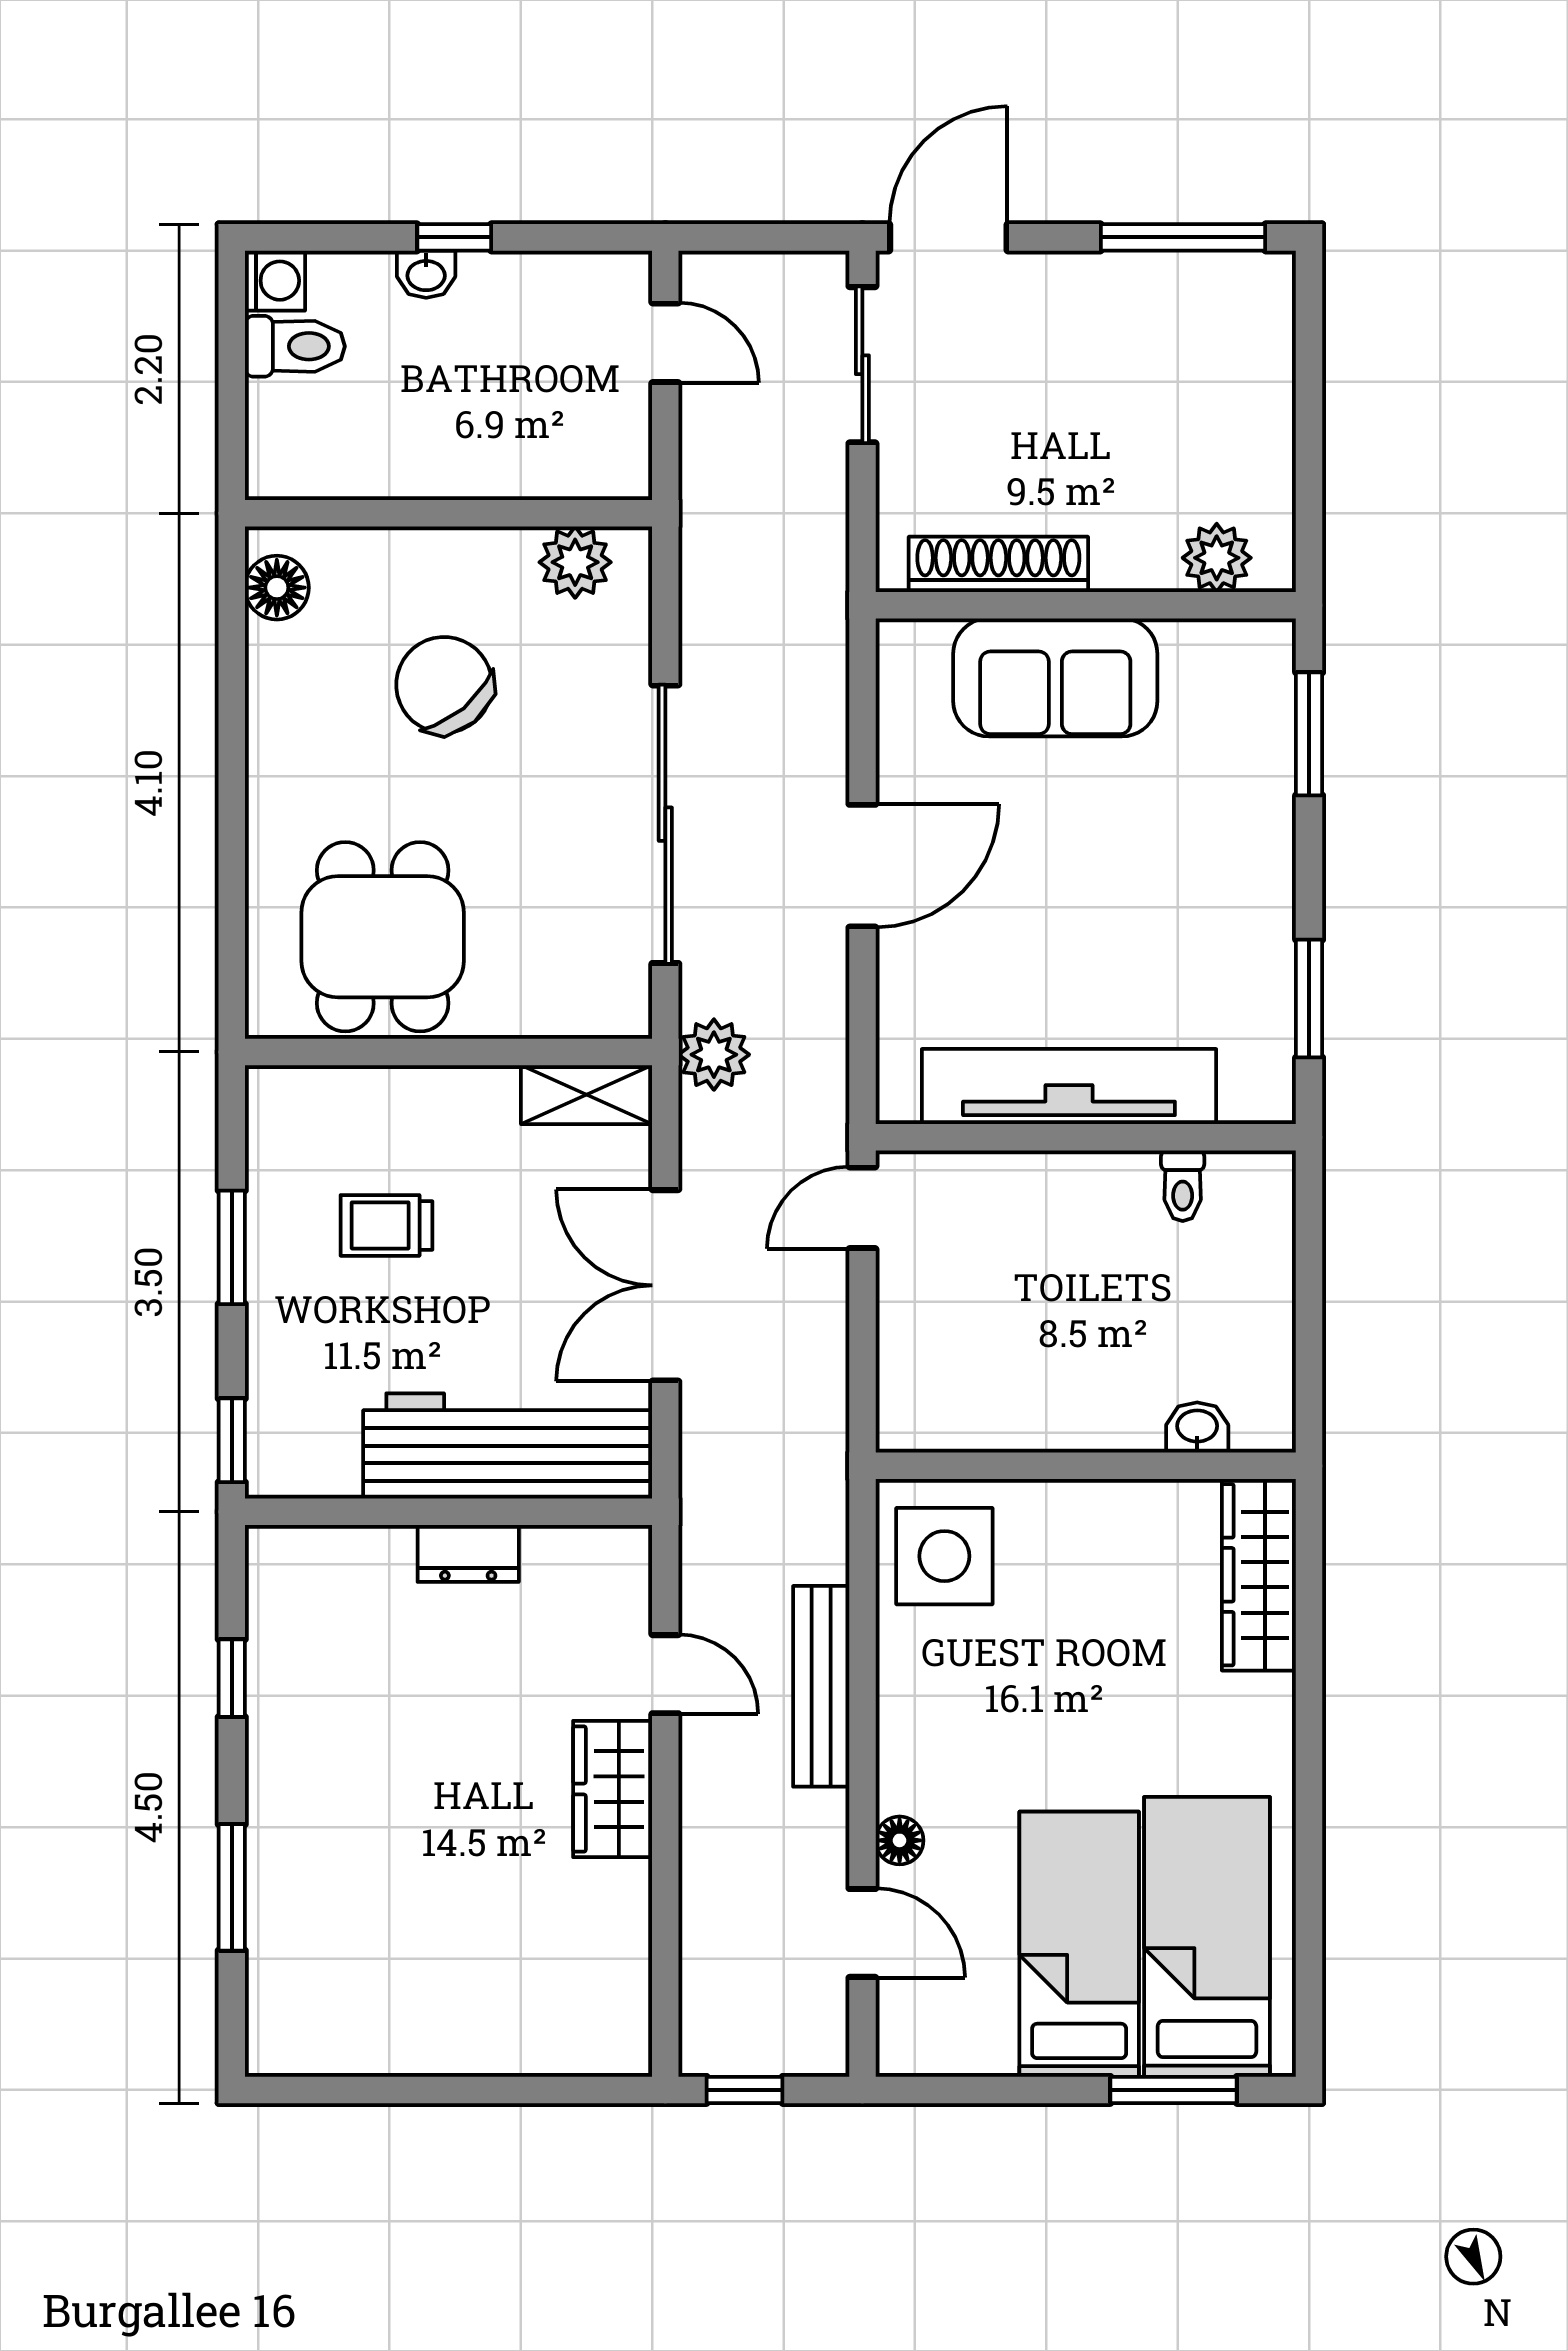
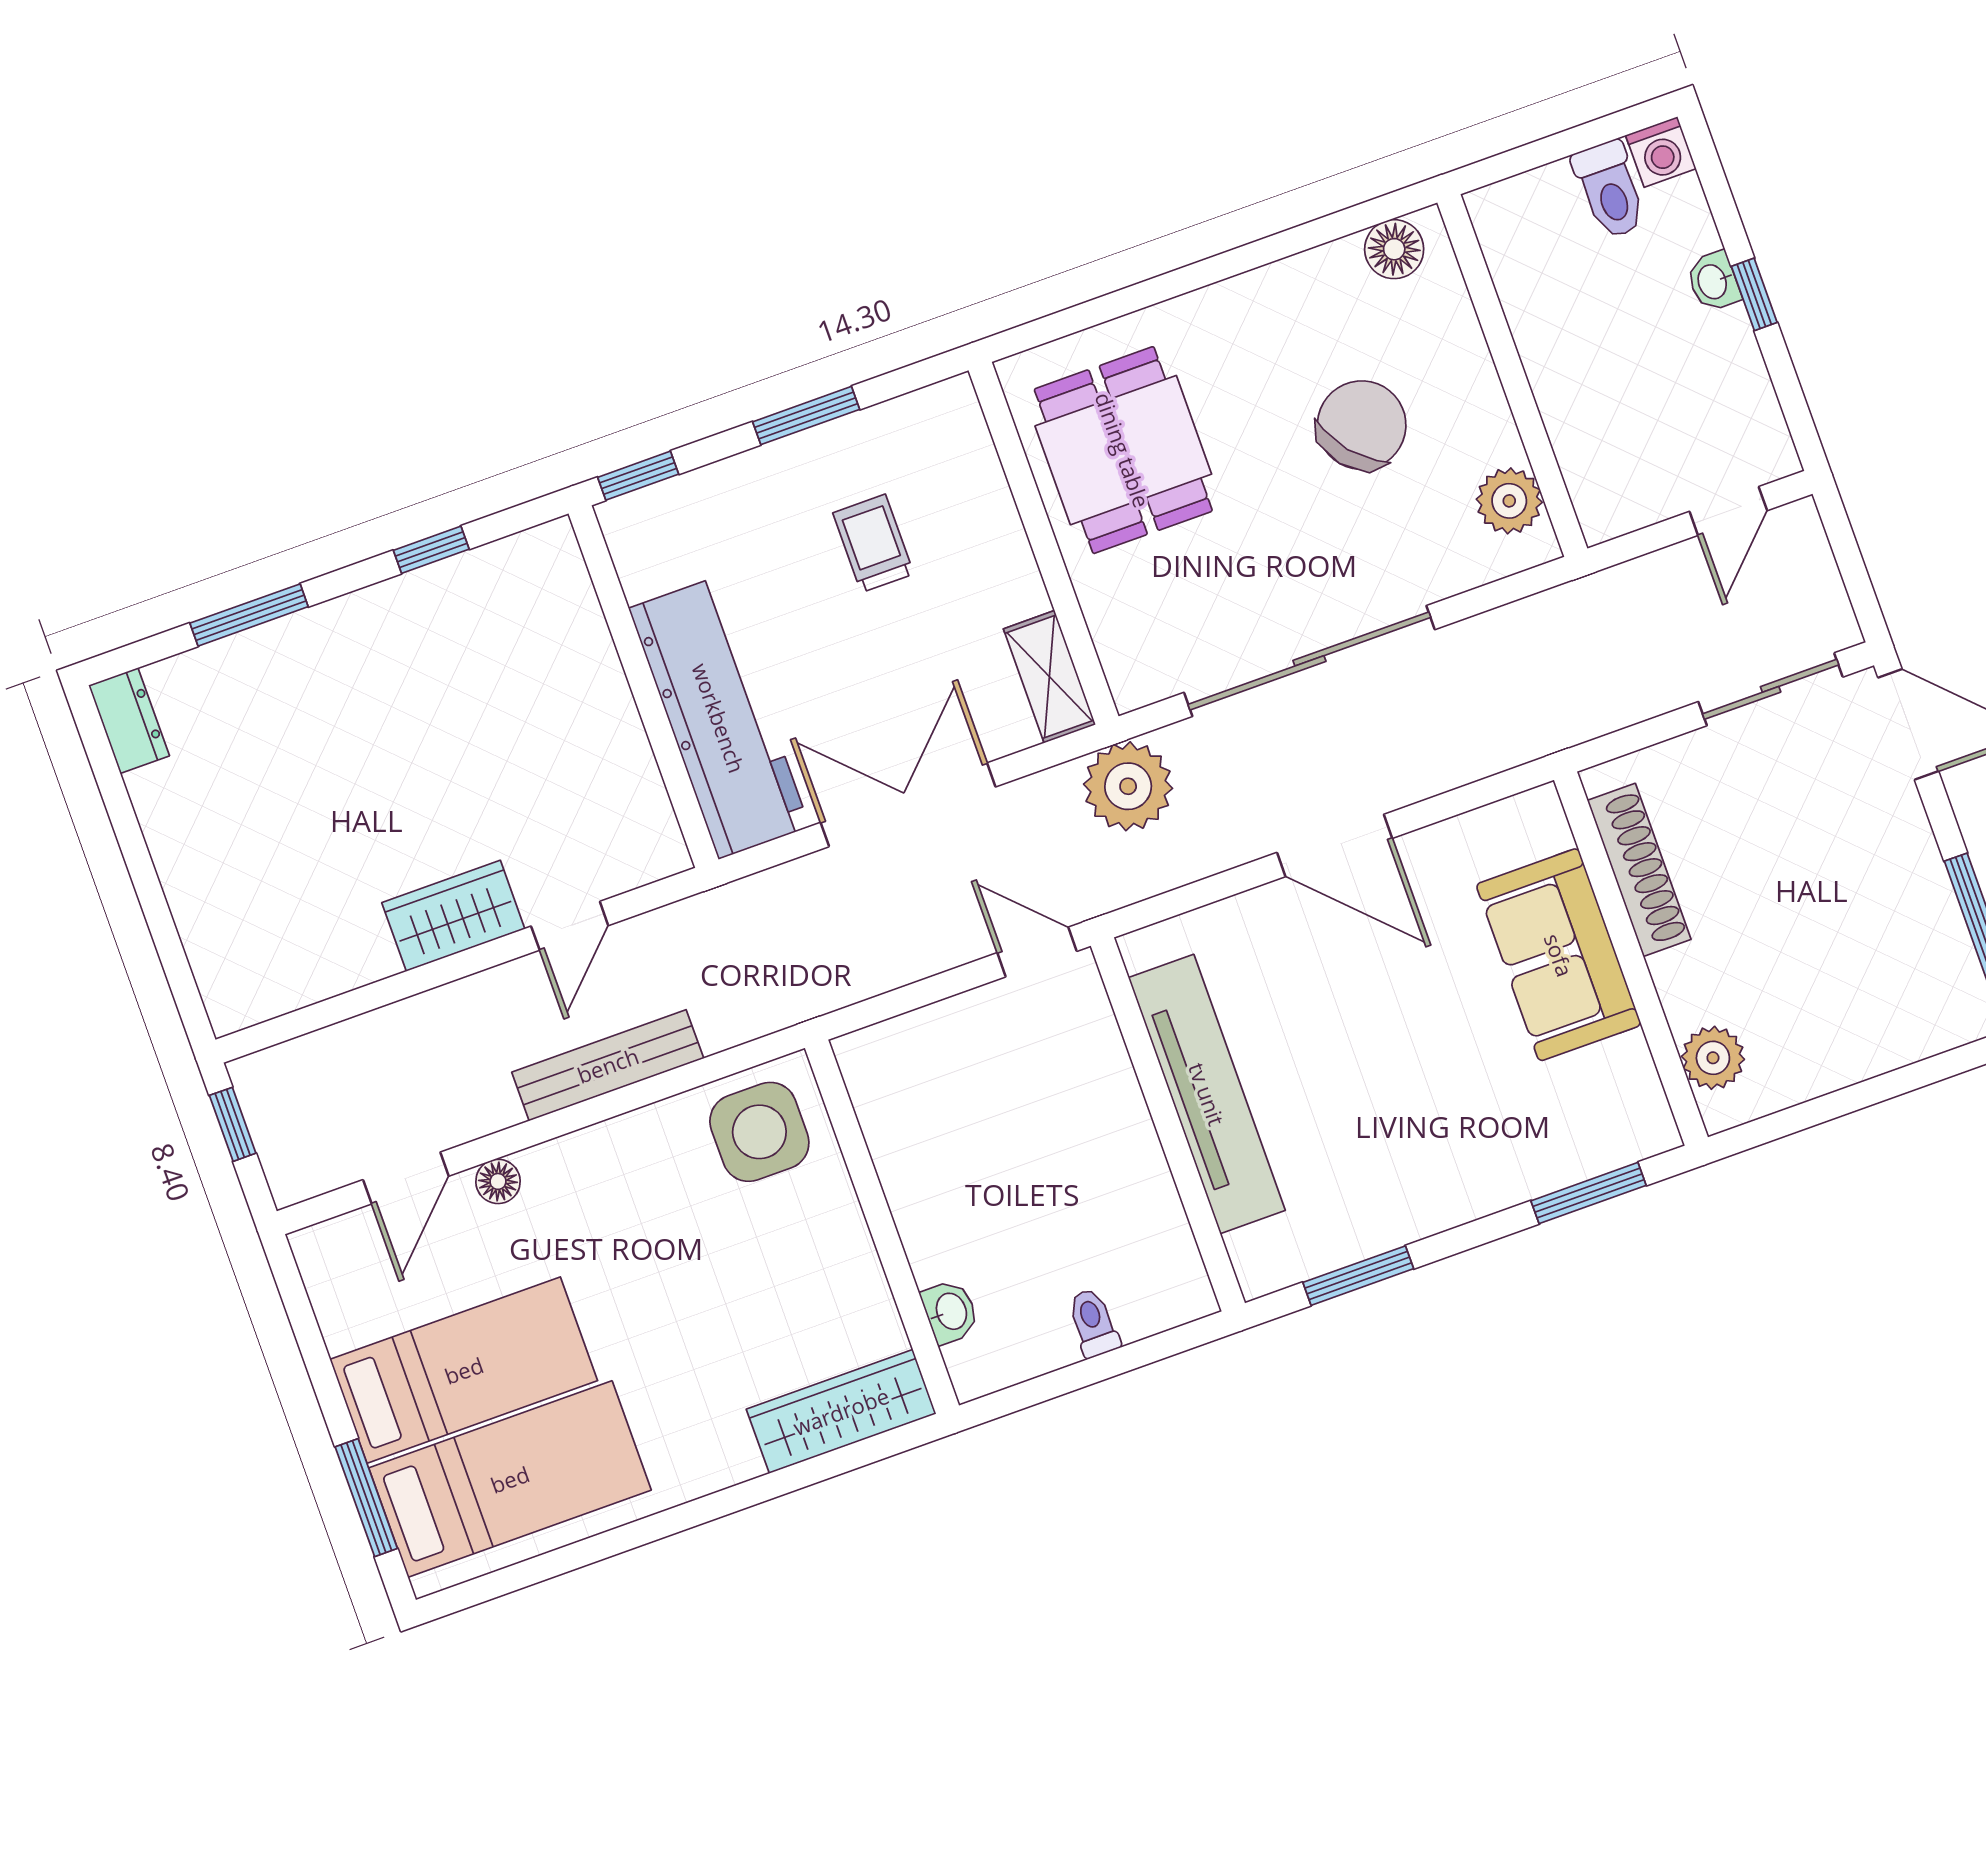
dining table: (383, 937) -> (1123, 450), turned 90
plant: (714, 1055) -> (1128, 786), width x1.36, depth x1.36
toilet: (1183, 1186) -> (1093, 1323), moved, turned 90
dresser: (468, 1553) -> (129, 721), moved, turned 180

